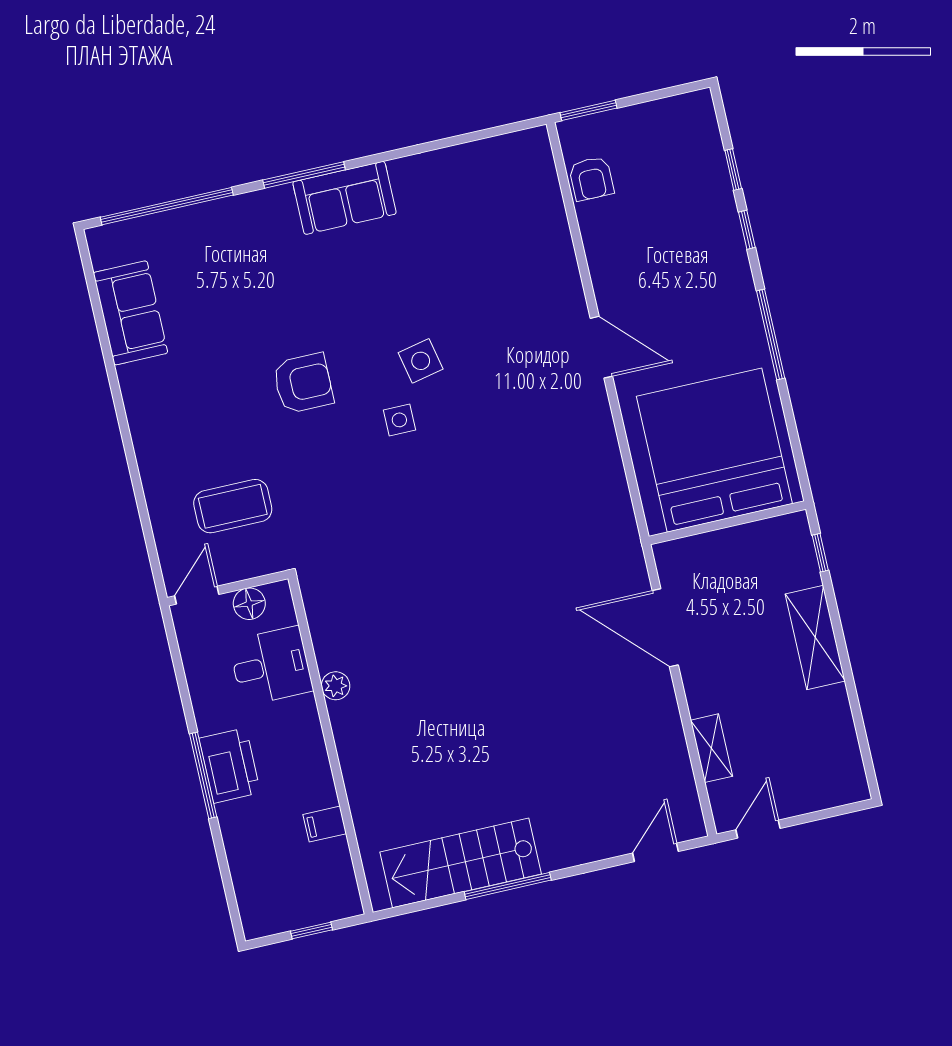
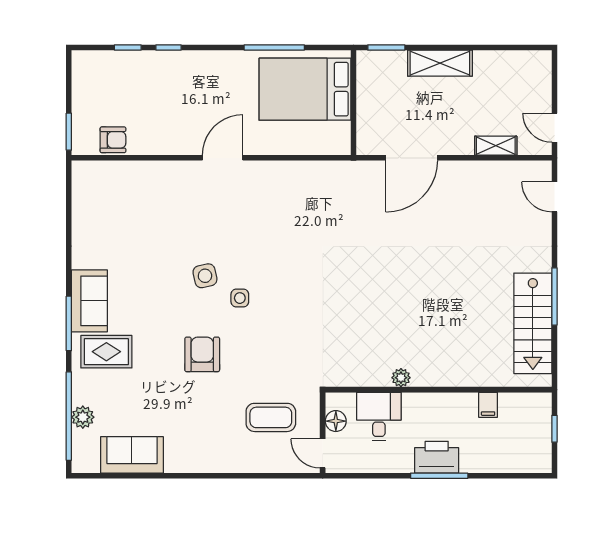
plant: (170, 227) -> (83, 417), added
rug: (275, 240) -> (106, 352), added
window: (771, 334) -> (274, 47), moved
bed: (714, 450) -> (305, 89), width x0.73
coffee table: (233, 506) -> (271, 417), turned 90
window: (820, 553) -> (386, 47), width x1.50

